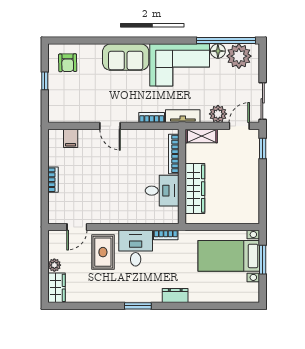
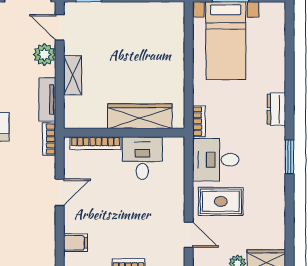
bookcase: (174, 154) -> (96, 143), moved
wall: (182, 176) -> (124, 133), moved
wardrobe: (195, 189) -> (140, 116), moved
desk: (162, 191) -> (142, 158), moved

